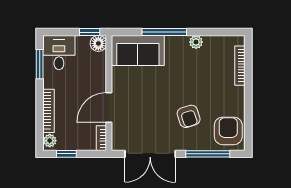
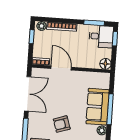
window: (90, 32) -> (115, 39), moved
sofa: (138, 51) -> (98, 107), moved
armchair: (189, 116) -> (62, 124), moved
double door: (150, 154) -> (28, 94), swing flipped

